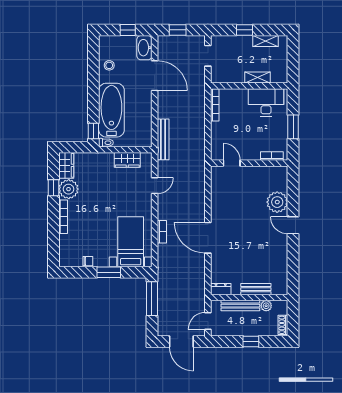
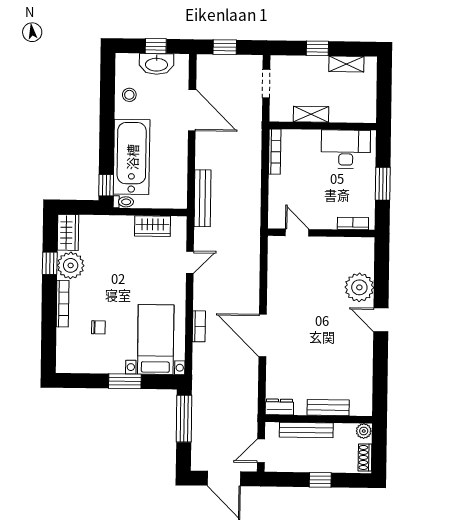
washbasin: (144, 48) -> (156, 64), moved, turned -90
shelving: (257, 78) -> (311, 114), moved
chair: (88, 261) -> (98, 327), moved
plant: (266, 306) -> (364, 431), moved

